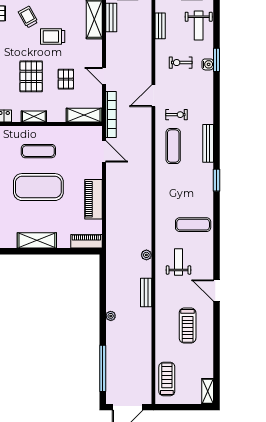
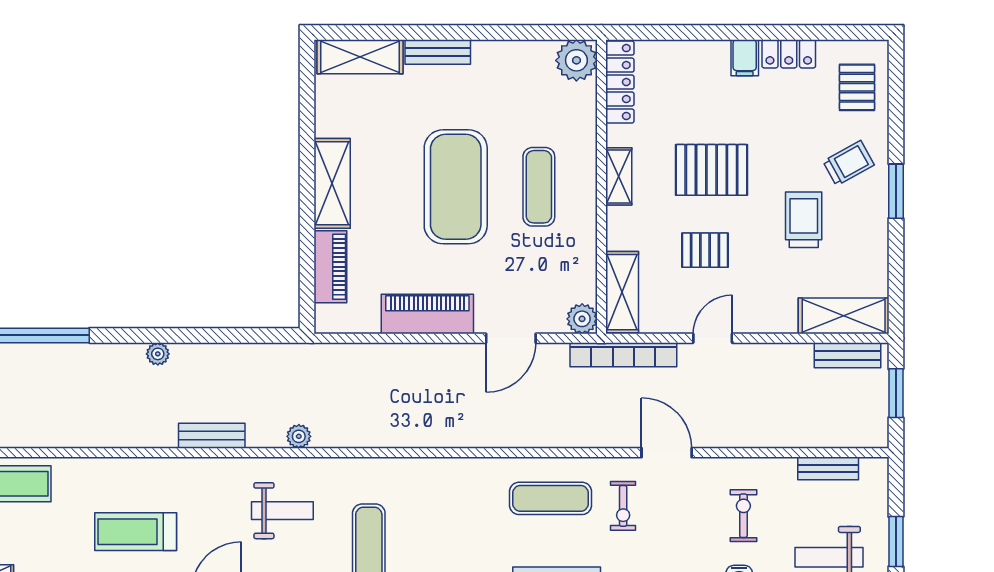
plant: (95, 132) -> (582, 319), added
door: (104, 151) -> (511, 338), moved
piano: (86, 241) -> (330, 267), moved

